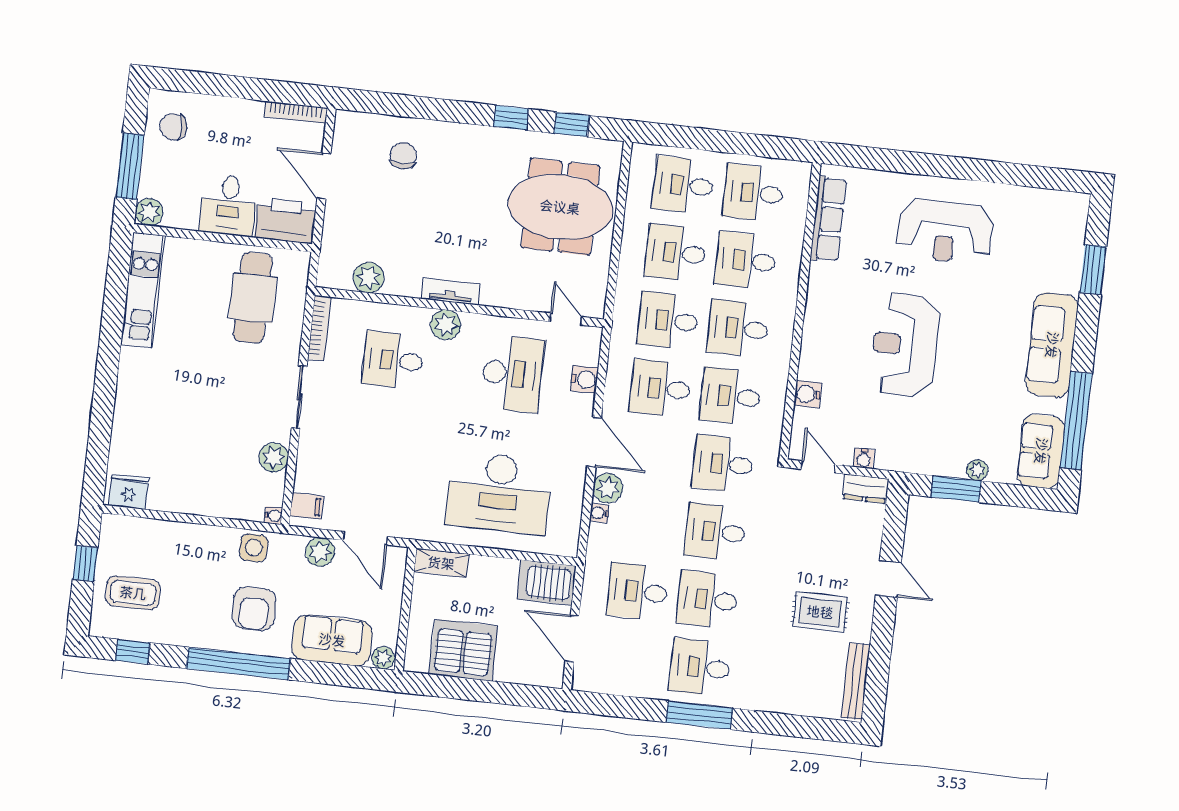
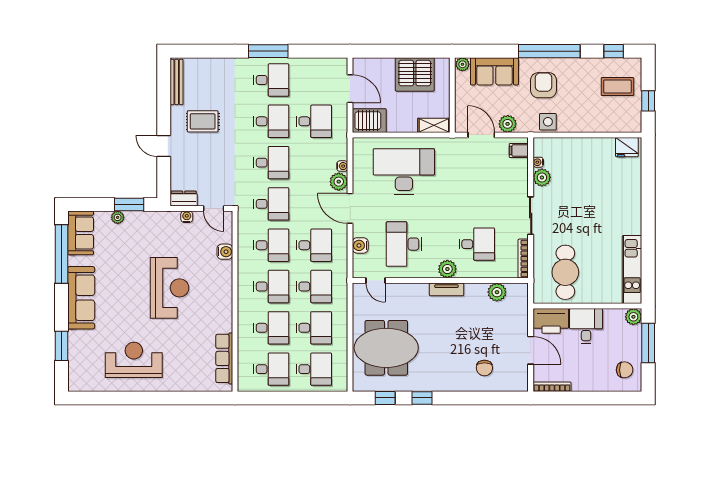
reception desk: (945, 231) -> (134, 360), moved
water cooler: (273, 515) -> (538, 162), moved

